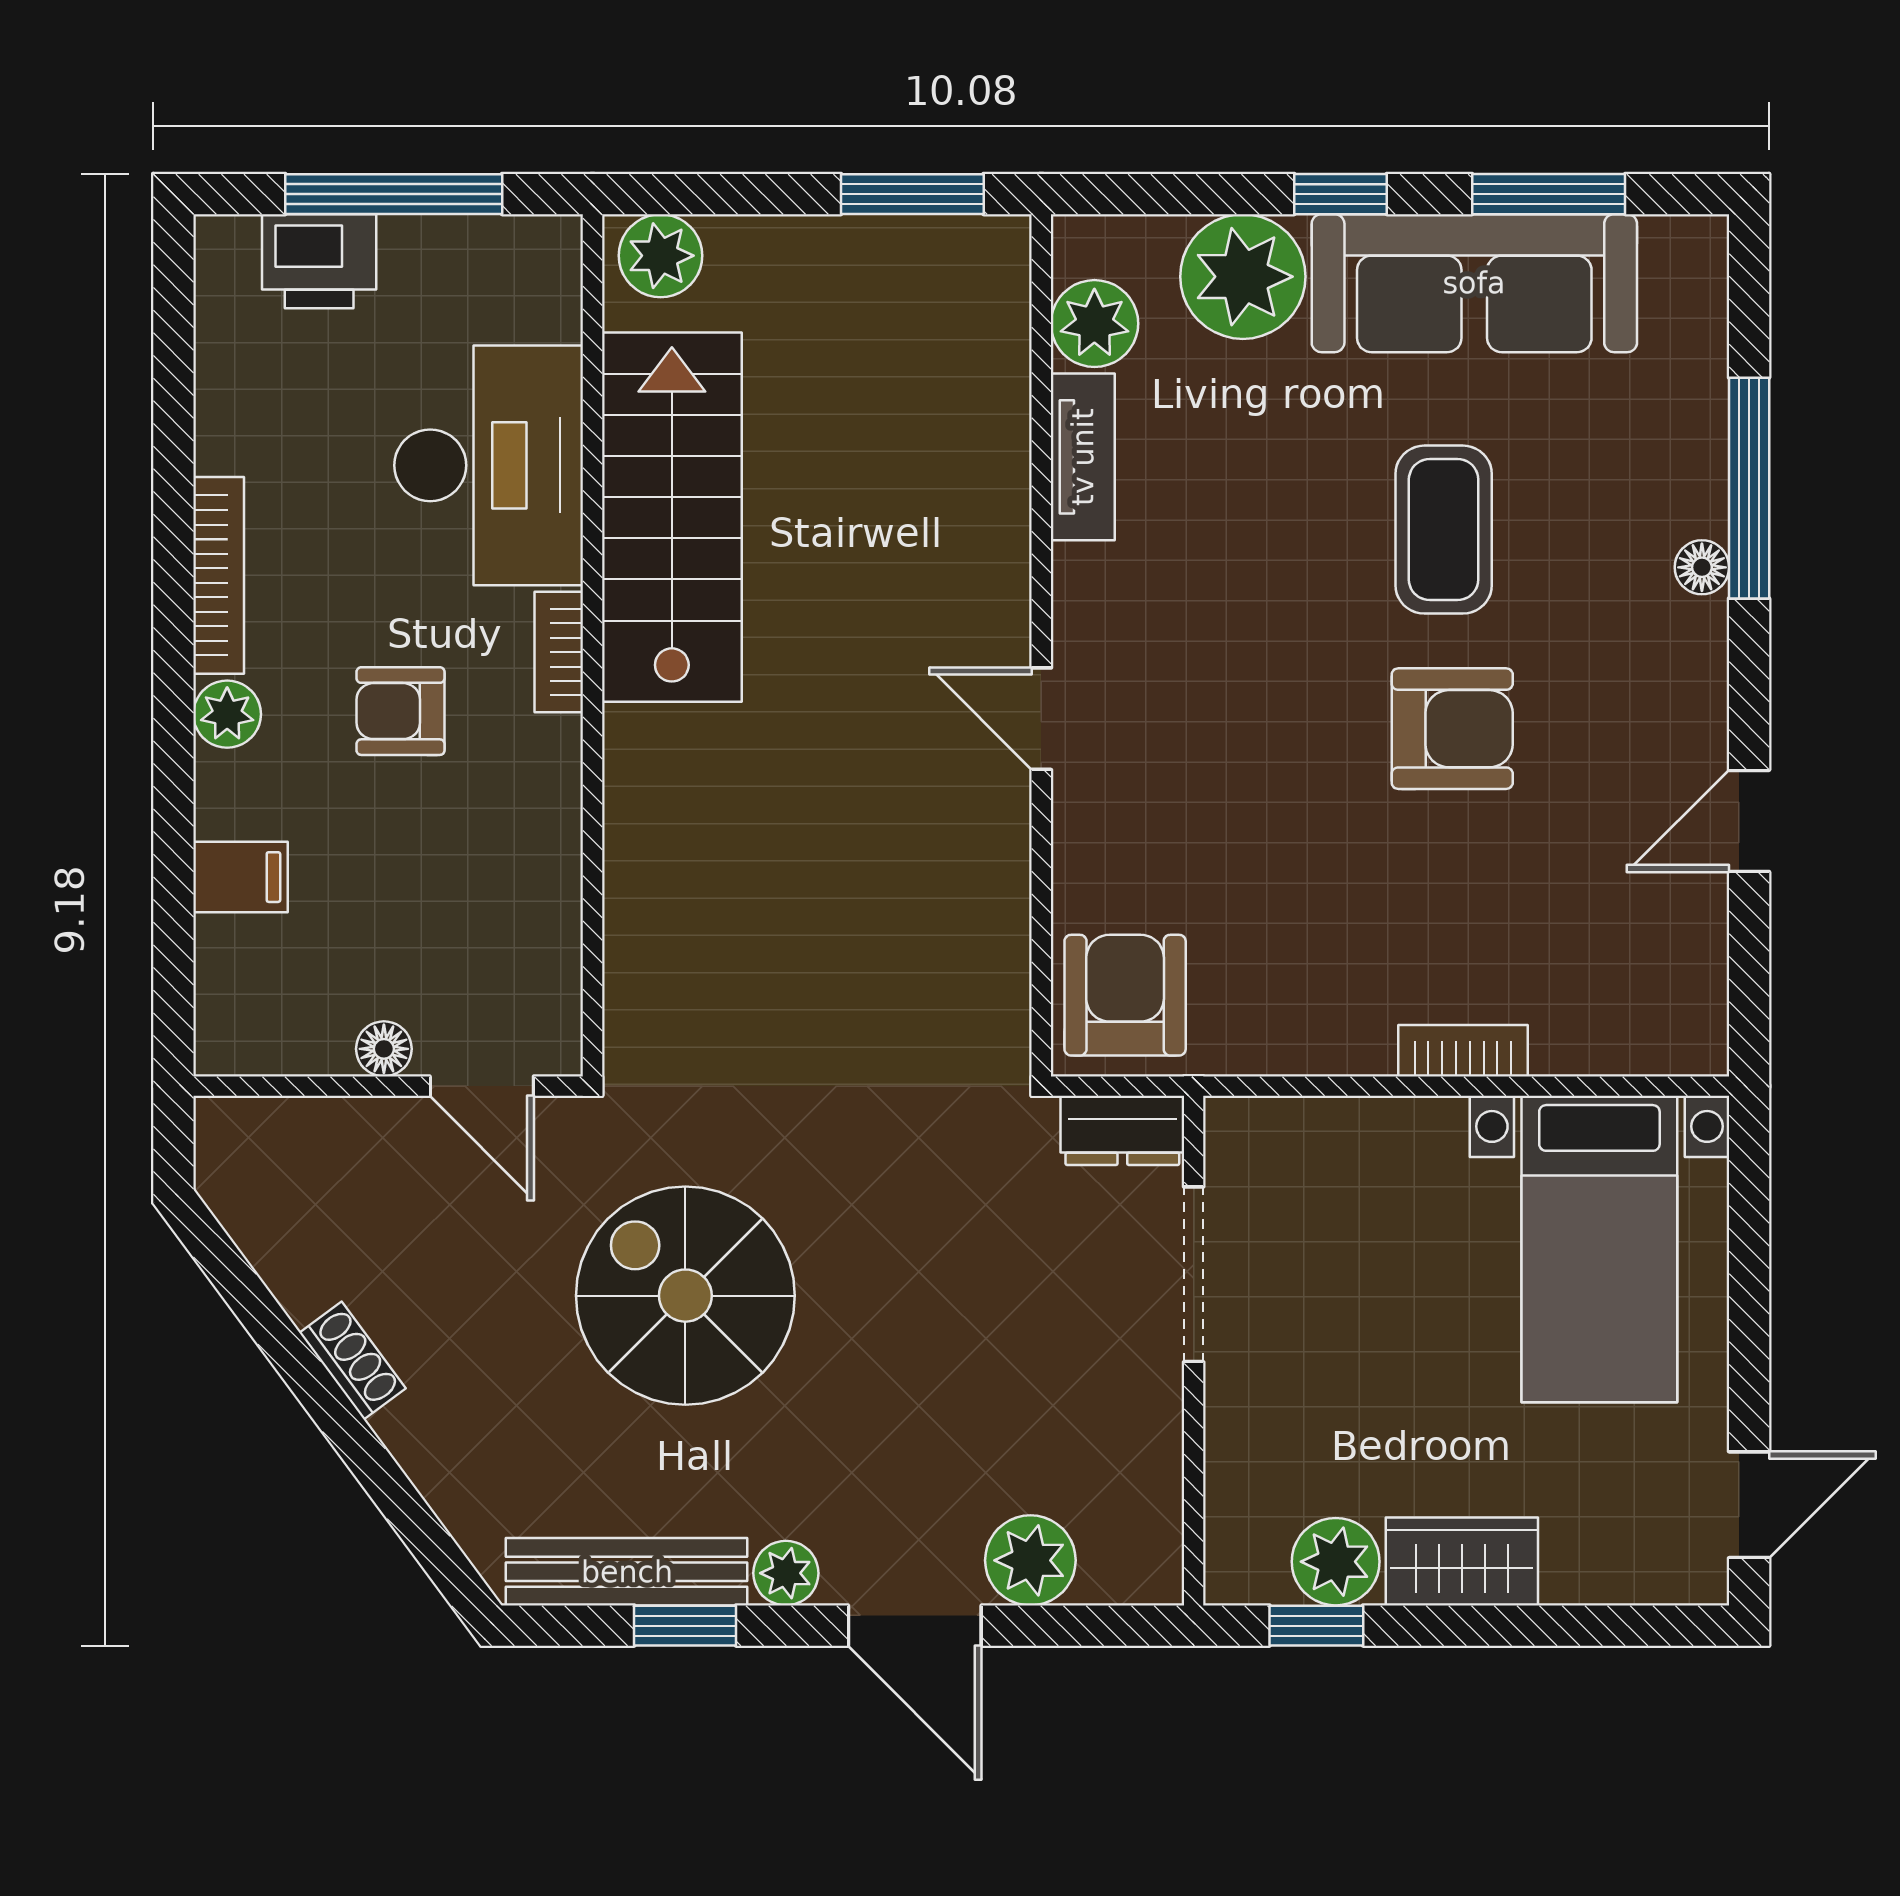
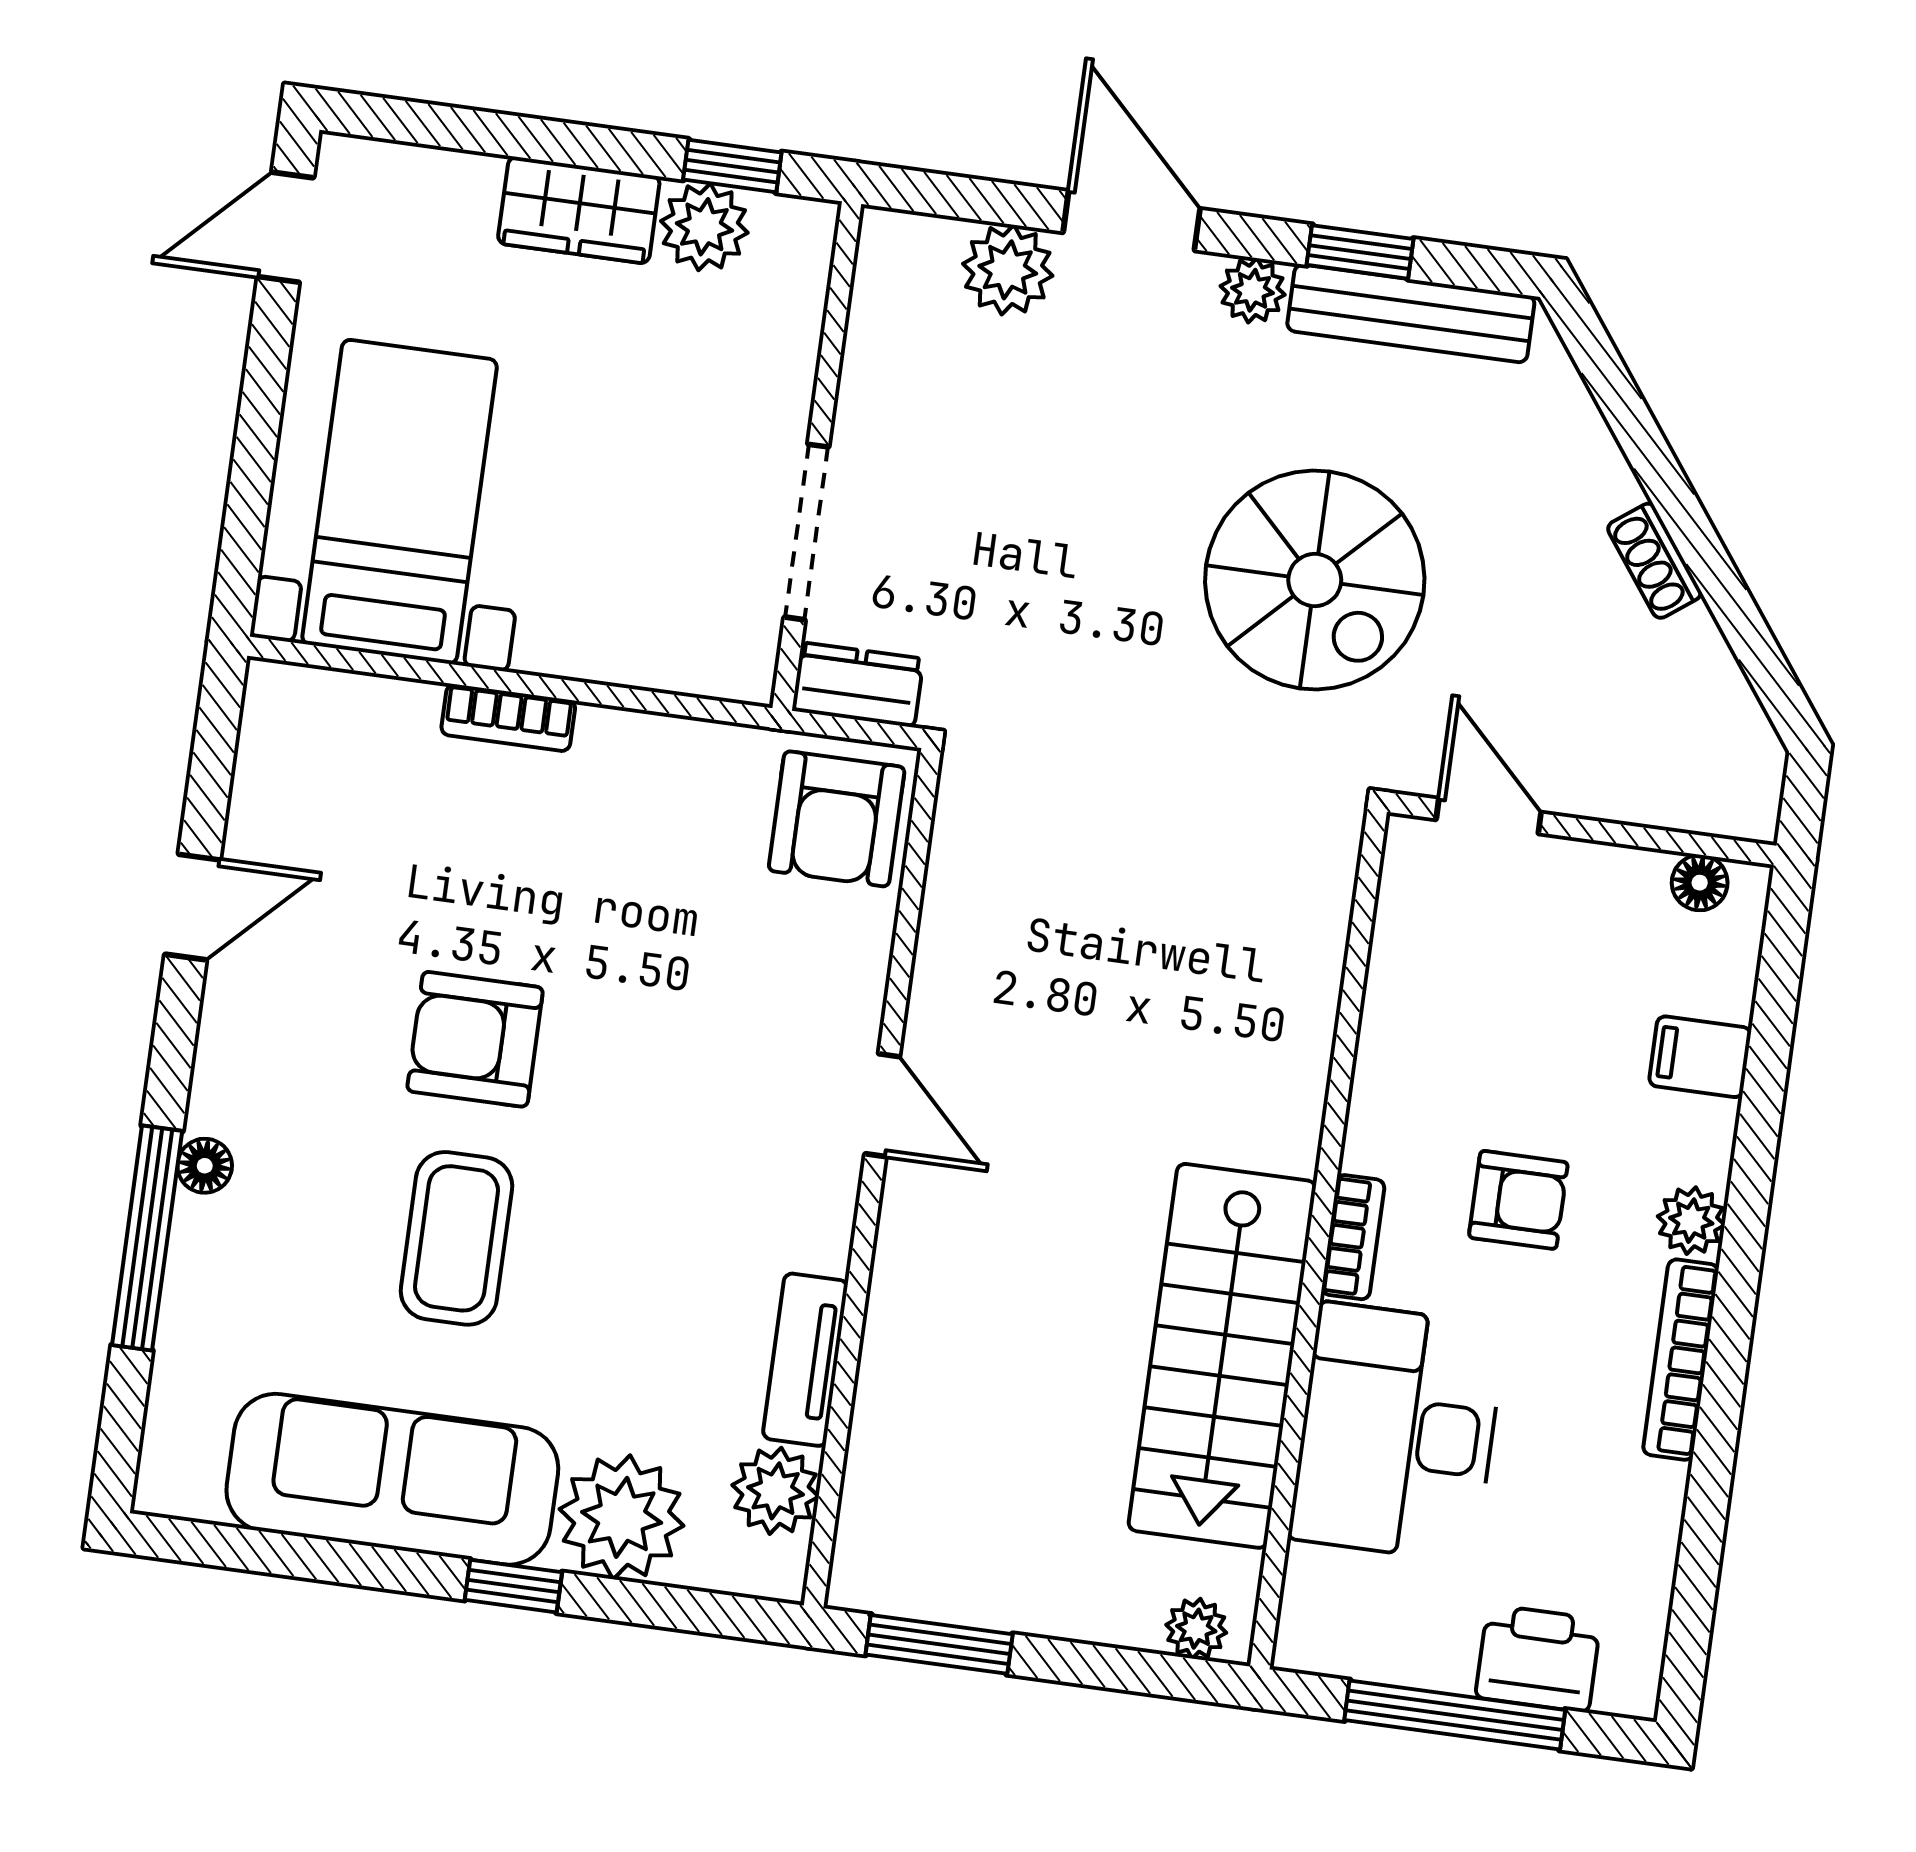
window: (1549, 194) -> (306, 1558), removed
plant: (661, 256) -> (1196, 1629), width x0.73, depth x0.73
floor lamp: (384, 1049) -> (1700, 883), moved

